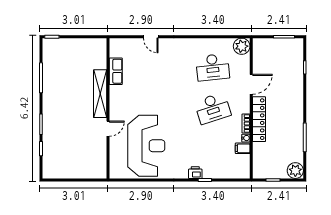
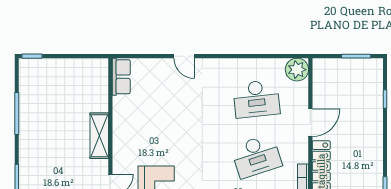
door: (151, 37) -> (184, 56), moved
row of seats: (116, 71) -> (121, 77), moved
shelving: (100, 94) -> (99, 136), width x0.68

